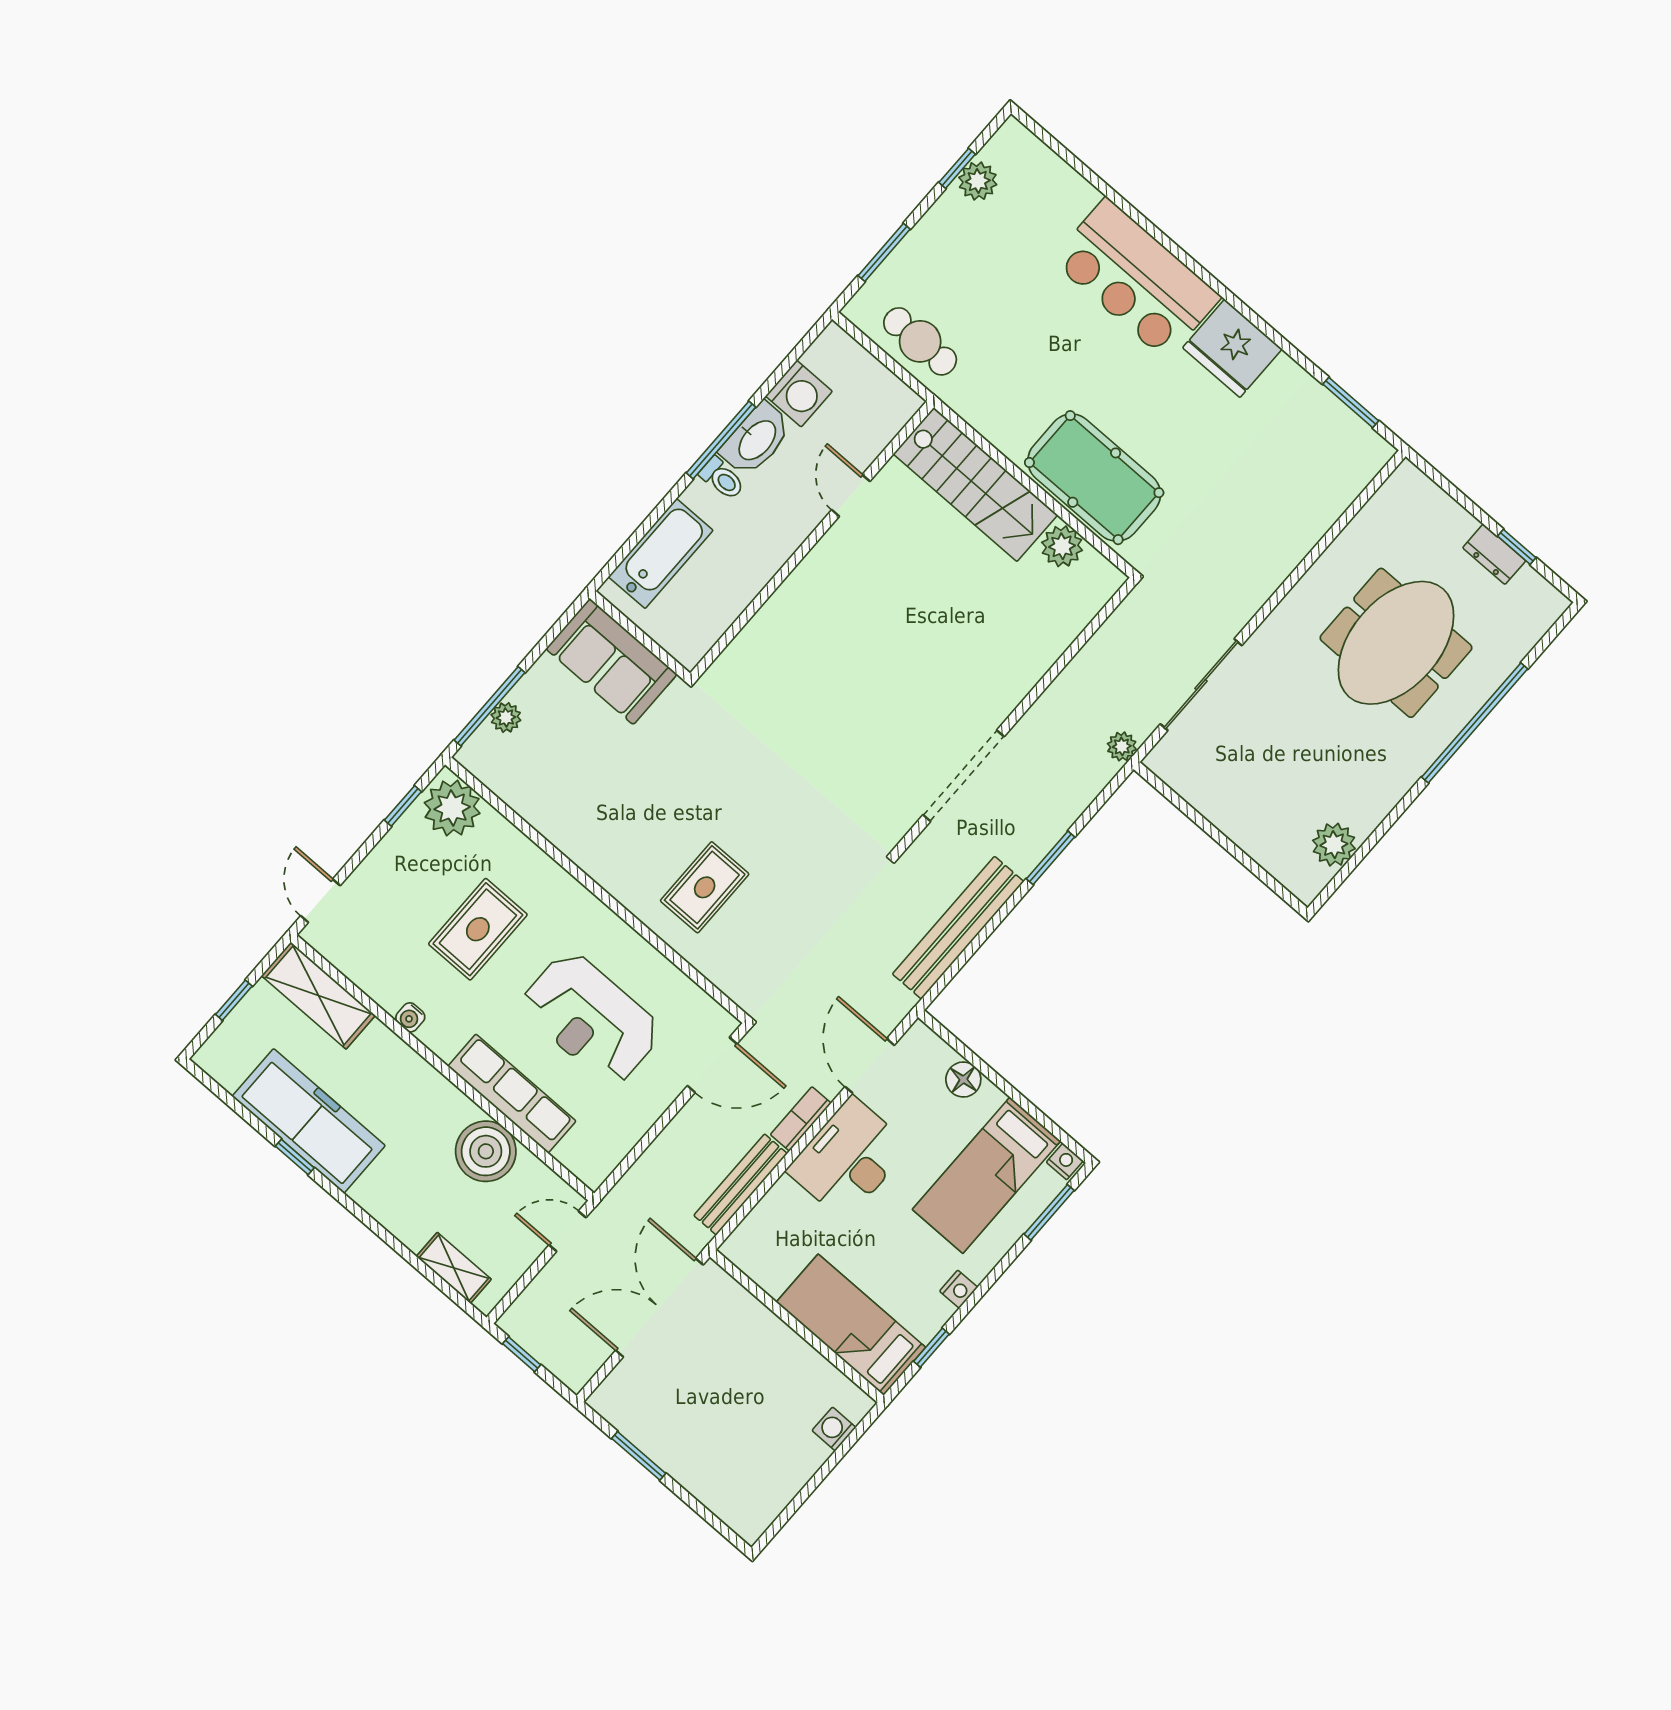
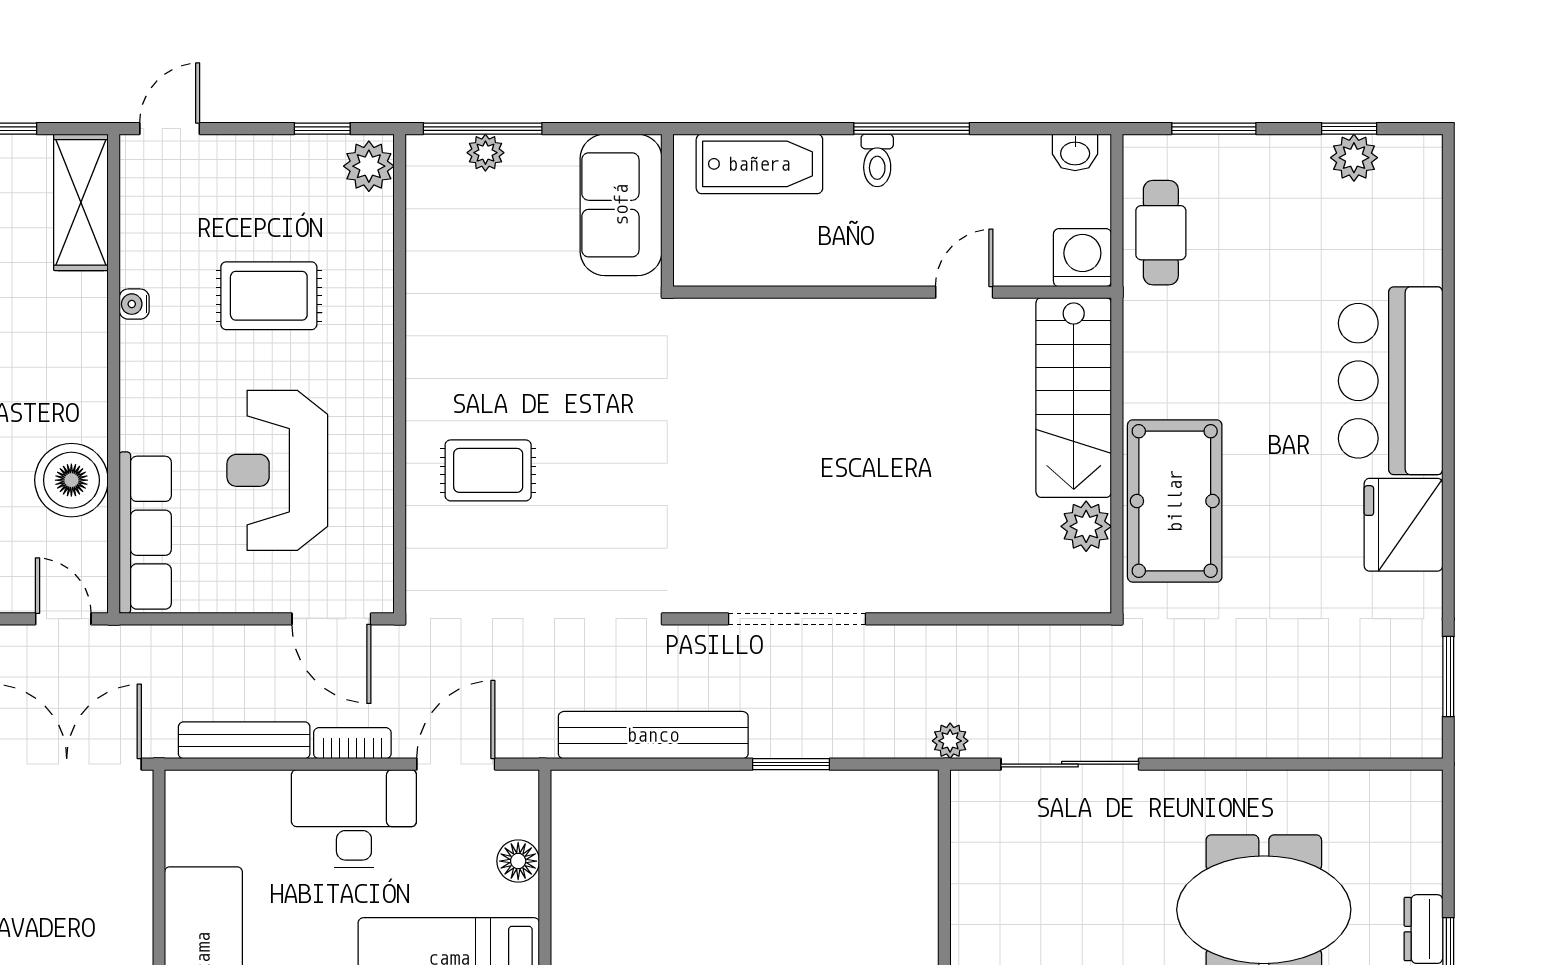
washing machine: (799, 394) -> (1082, 258), moved, turned 180
washbasin: (756, 439) -> (1075, 152), moved, width x0.52, depth x0.69
plant: (452, 808) -> (369, 166), width x0.73, depth x0.73
row of seats: (512, 1094) -> (145, 533), moved

